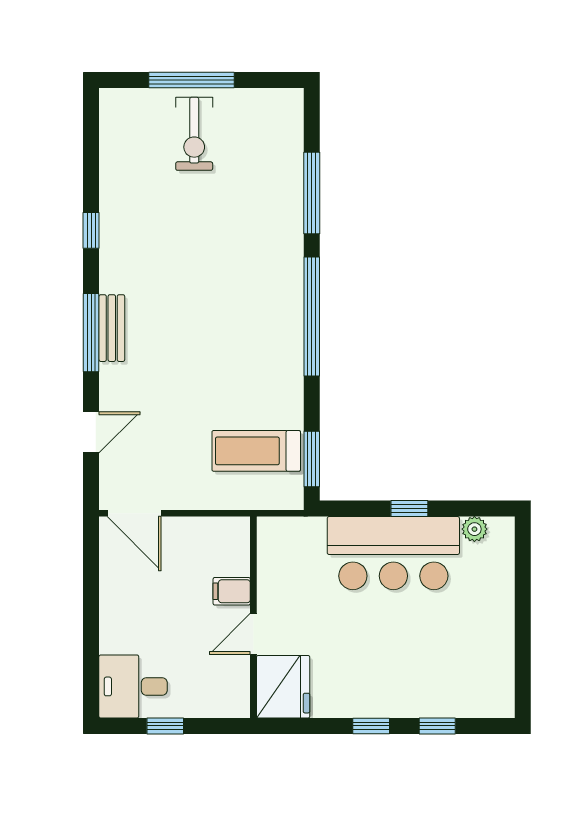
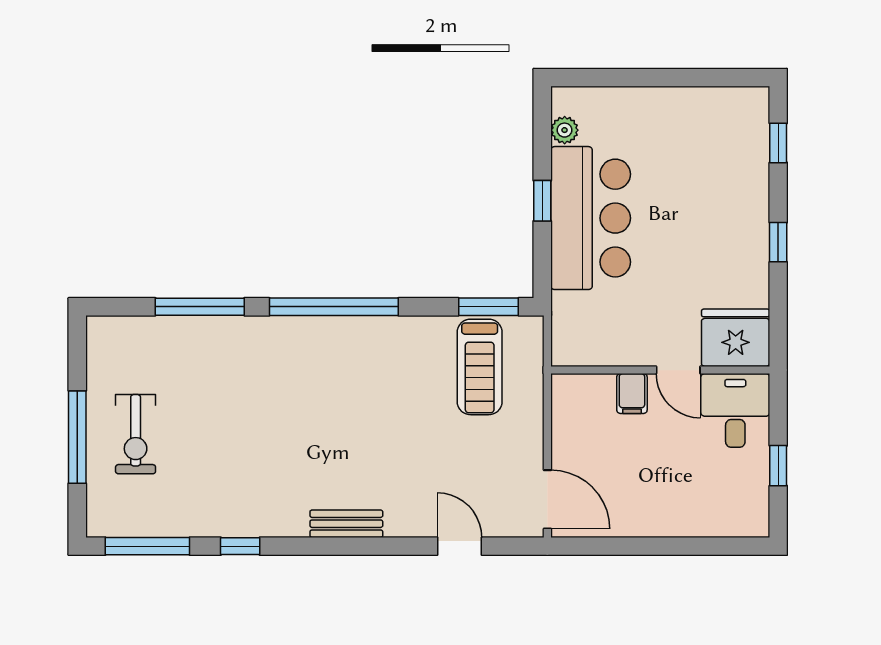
exercise bike: (194, 134) -> (136, 434), turned 90
window: (91, 333) -> (147, 546), moved
door: (134, 513) -> (547, 499), hinge flipped
desk: (133, 686) -> (735, 410), moved, turned 180
window: (437, 726) -> (778, 143), moved

